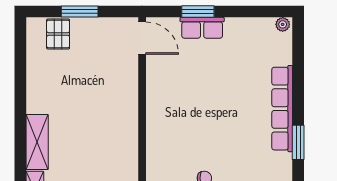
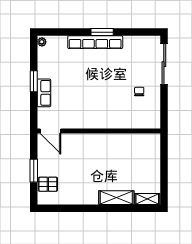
window: (198, 12) -> (34, 81), moved
door: (142, 38) -> (50, 131), swing flipped
window: (298, 142) -> (102, 32), moved

